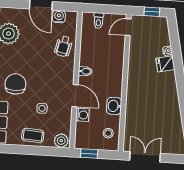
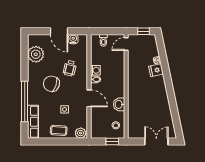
wheelchair: (63, 46) -> (70, 68), moved
chair: (15, 84) -> (51, 84), moved, turned -72
washing machine: (82, 115) -> (95, 70), moved
window: (89, 154) -> (112, 142), moved
double door: (145, 157) -> (156, 142), moved

